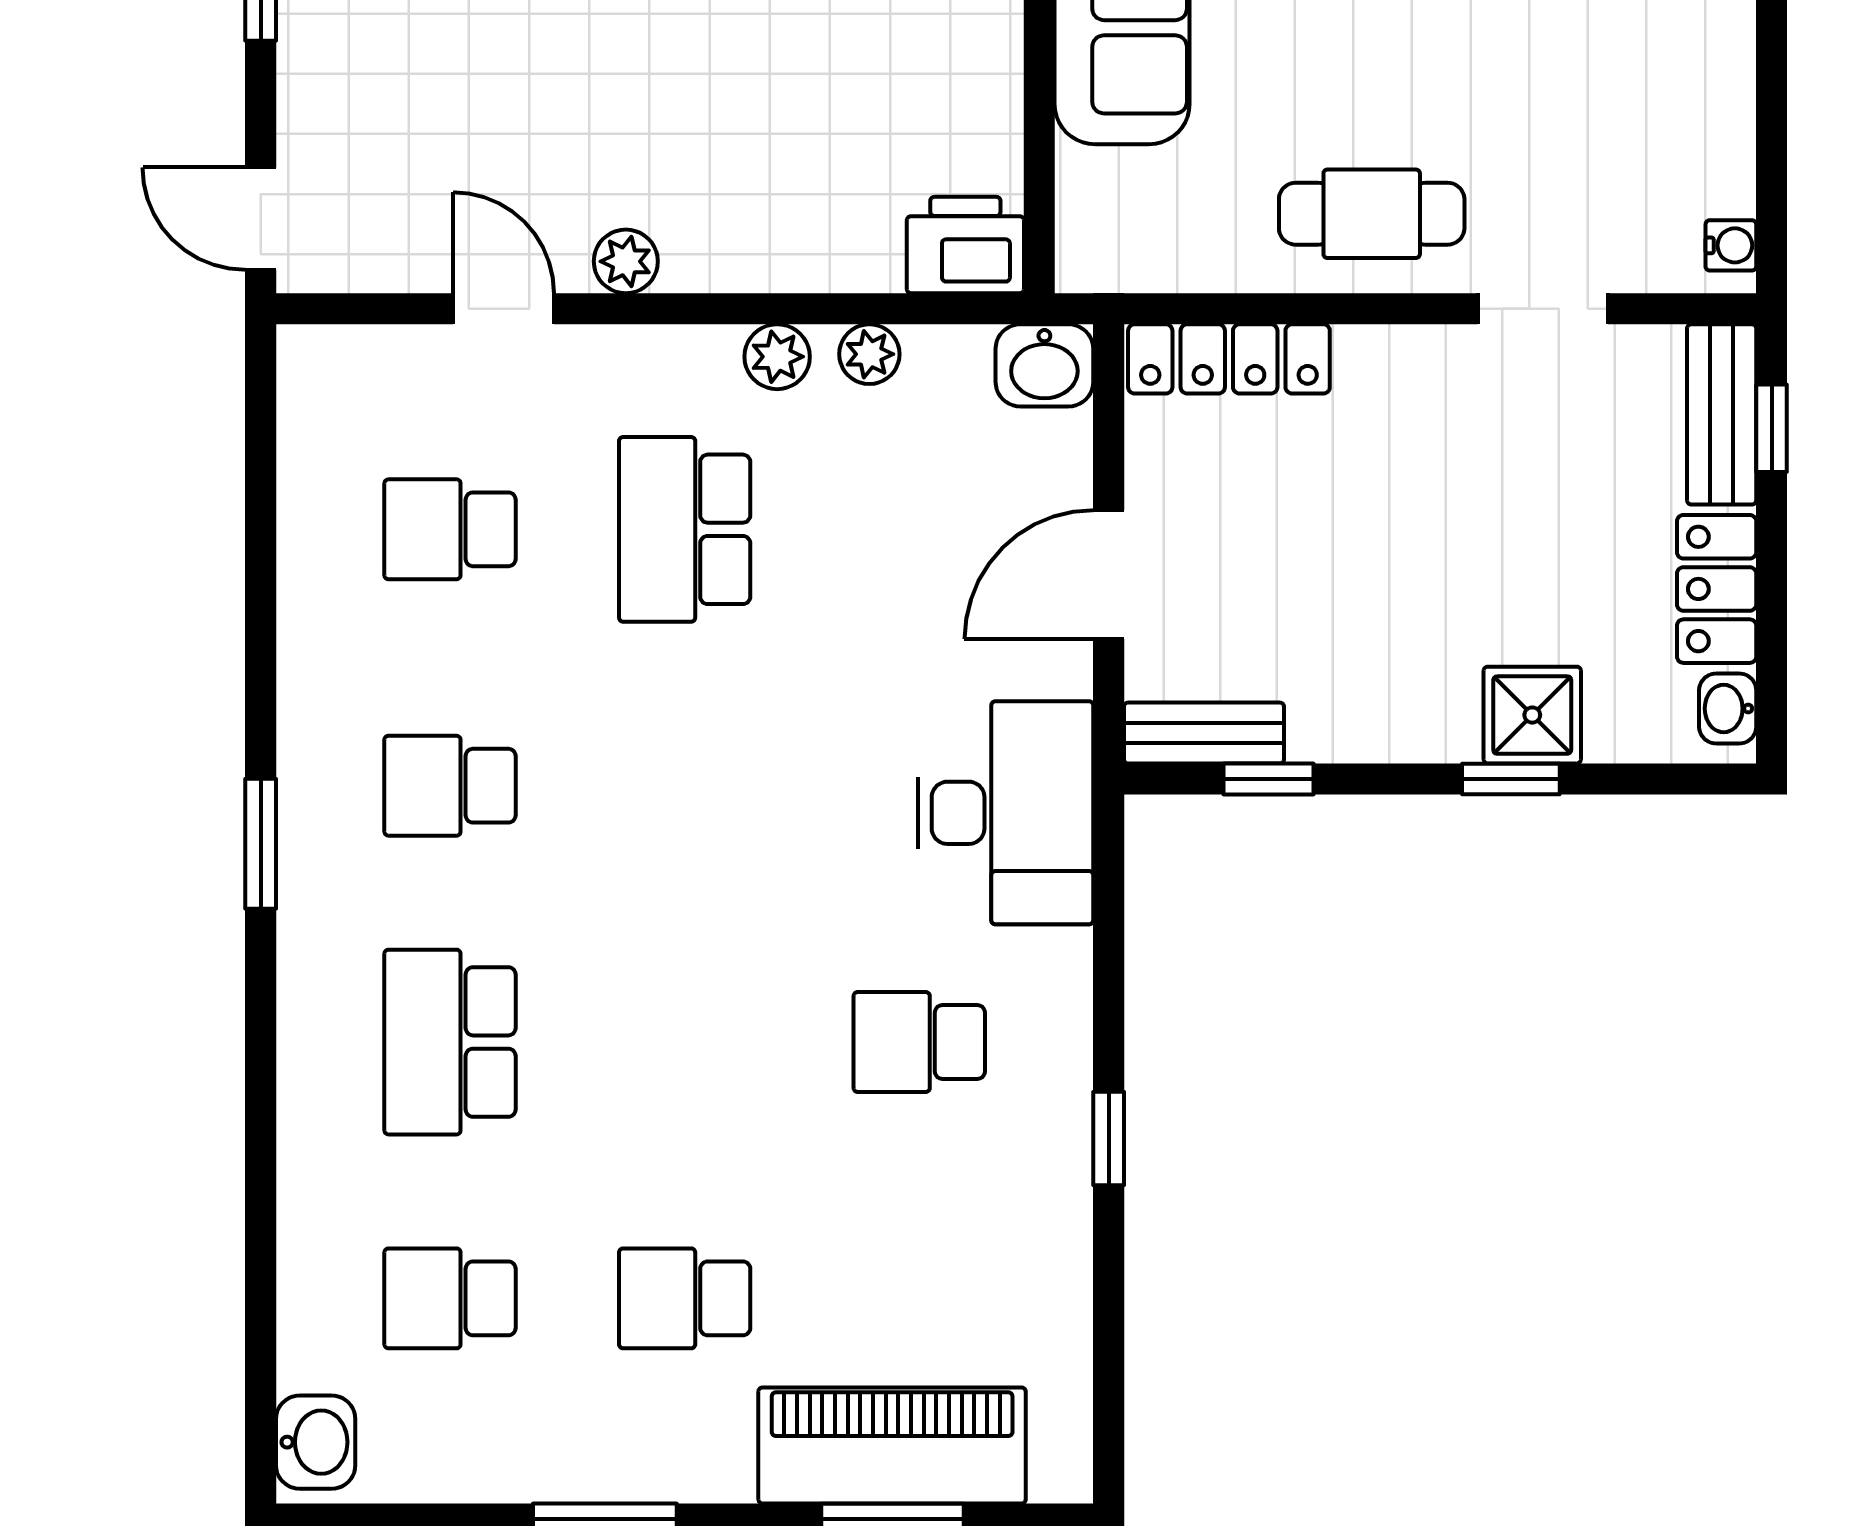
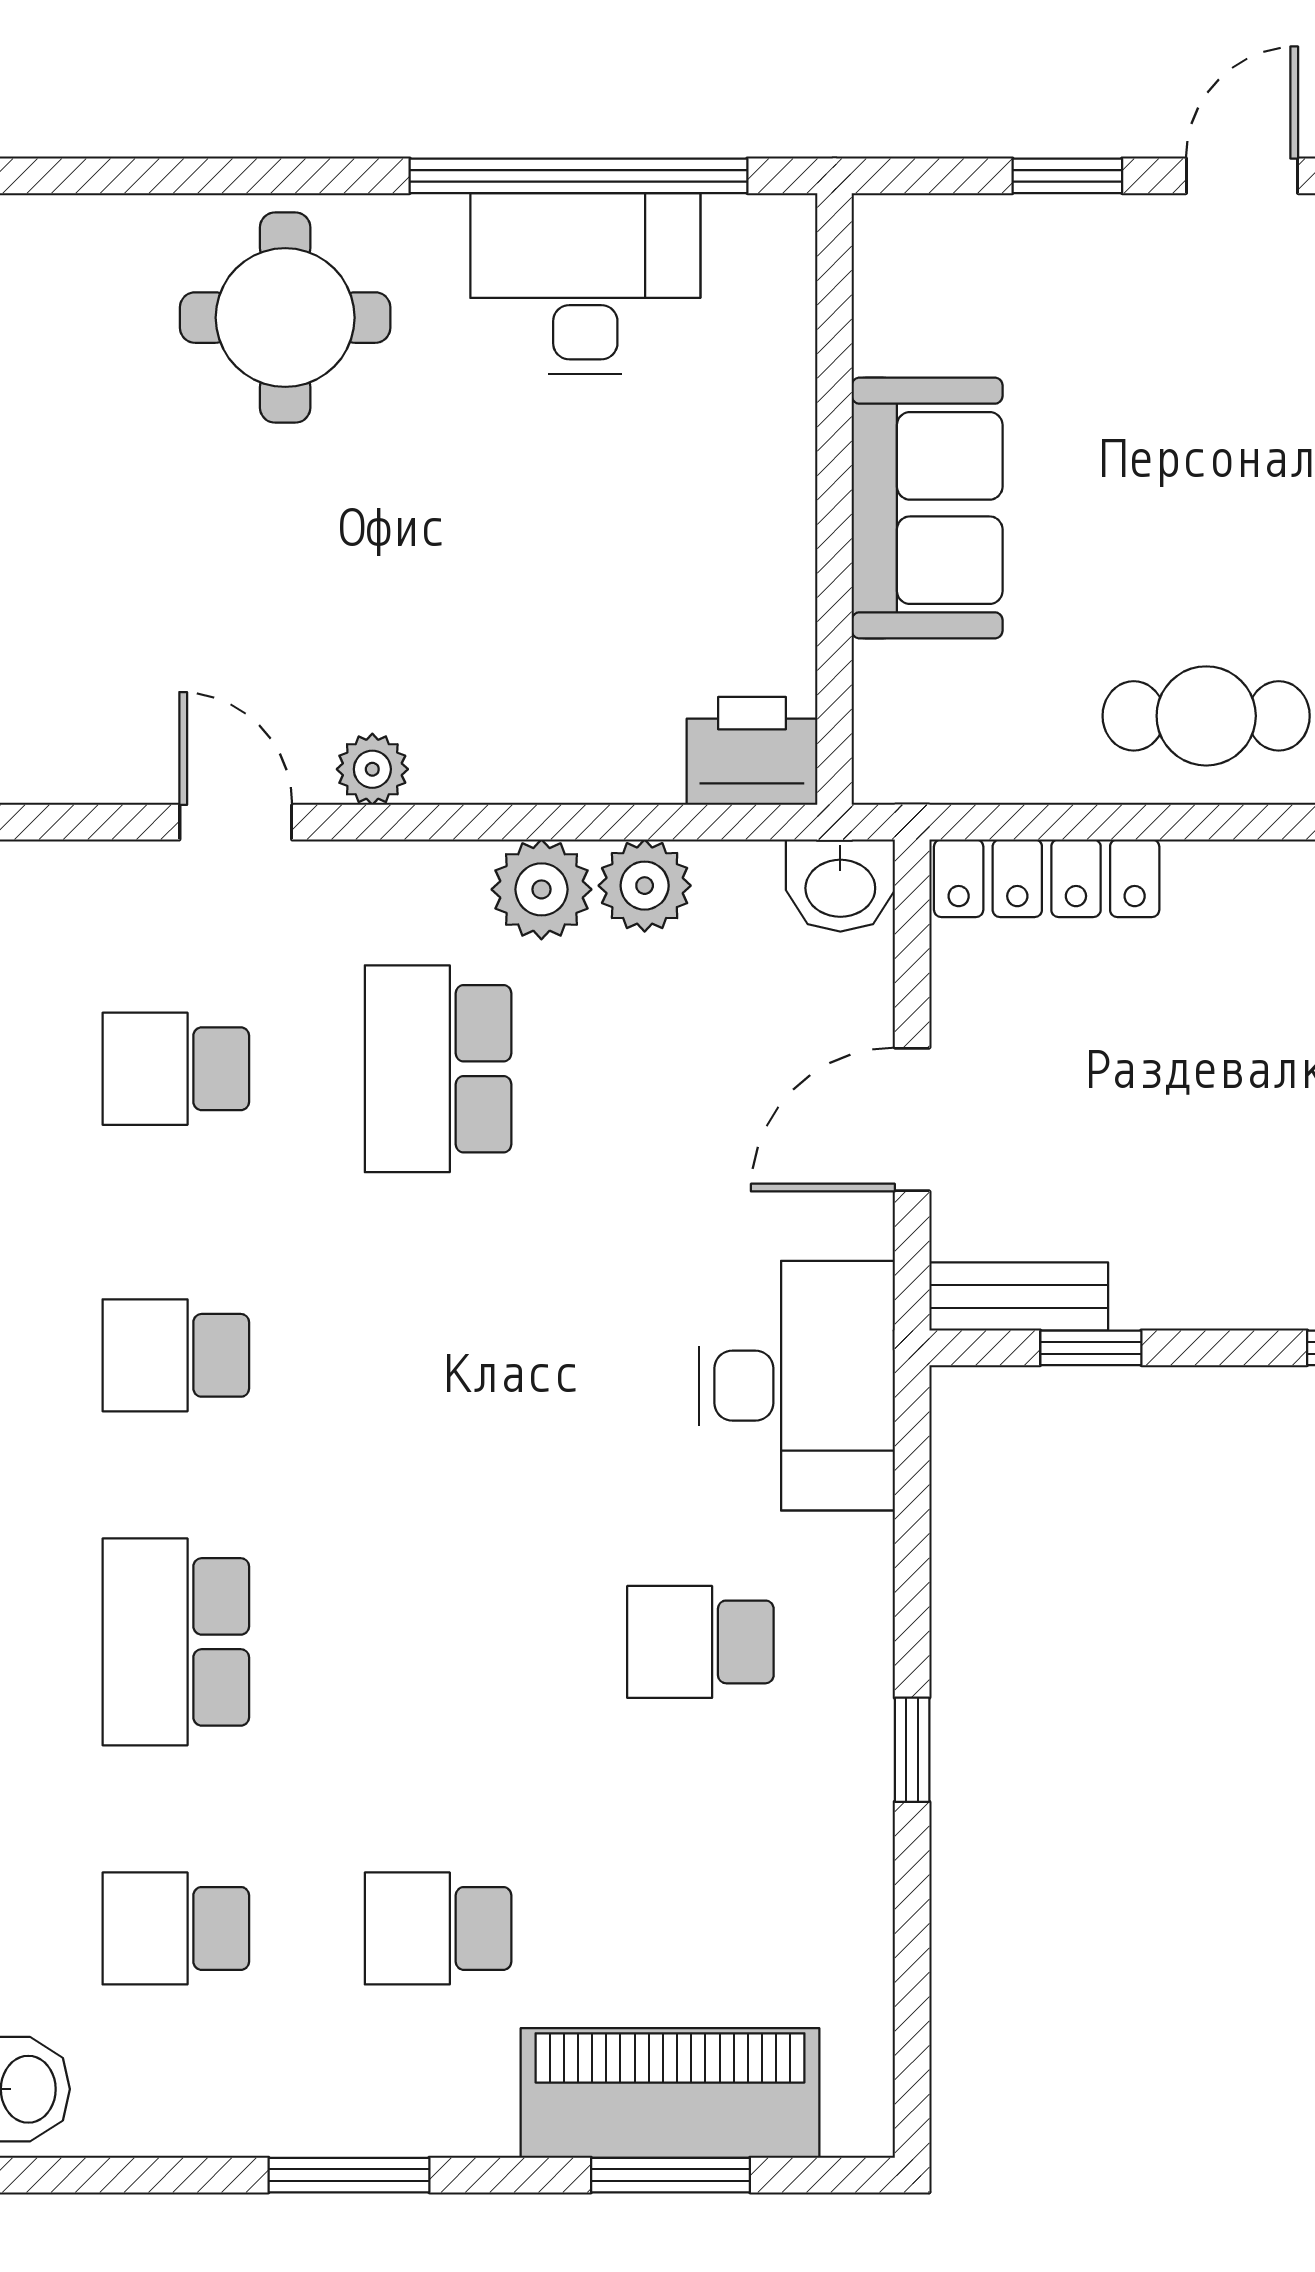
plant: (869, 354) -> (645, 886), width x1.38, depth x1.38
plant: (777, 357) -> (541, 889), width x1.38, depth x1.38

